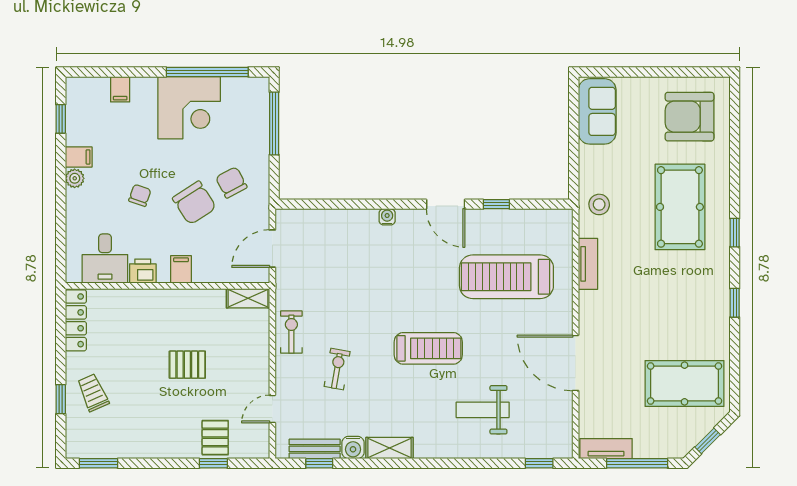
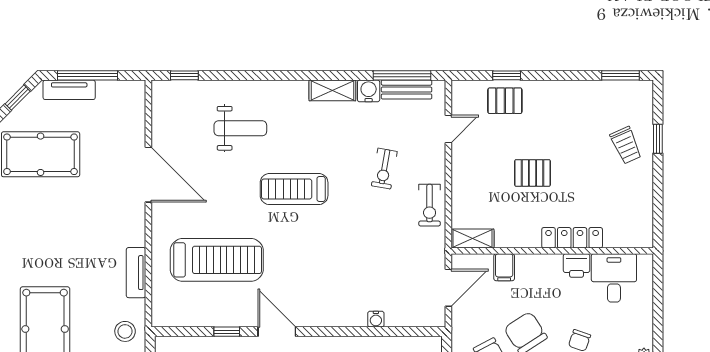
water cooler: (387, 217) -> (376, 319), moved
filing cabinet: (181, 269) -> (504, 267), moved
locker: (76, 320) -> (572, 238), moved, turned 90
pallet: (215, 438) -> (505, 101), turned 90
tv unit: (606, 449) -> (69, 90), moved
window: (319, 463) -> (402, 75), width x2.17

